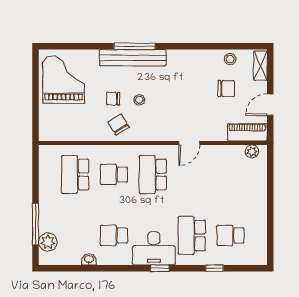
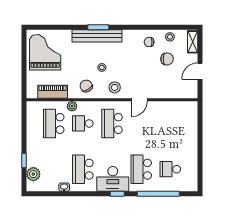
window: (134, 46) -> (98, 27), width x0.69
chair: (113, 99) -> (149, 42), moved
stool: (156, 127) -> (115, 87), added
piano: (247, 132) -> (53, 92), moved
plant: (252, 151) -> (72, 106), moved
window: (35, 224) -> (24, 160), width x0.46
school desk: (114, 235) -> (83, 169), width x1.85
window: (214, 268) -> (158, 194), width x3.17

